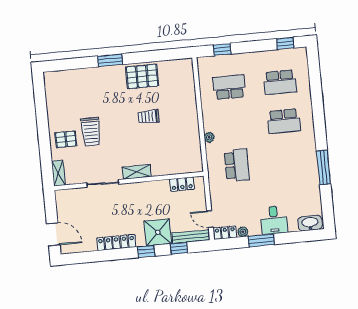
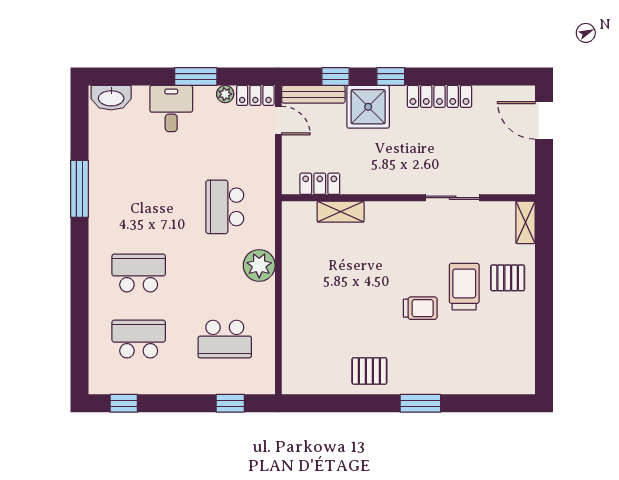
pallet: (142, 76) -> (369, 371), width x0.67, depth x0.71
trolley: (148, 117) -> (420, 308), moved
plant: (209, 137) -> (259, 265), width x1.88, depth x1.88
shelving: (137, 172) -> (341, 212), moved

